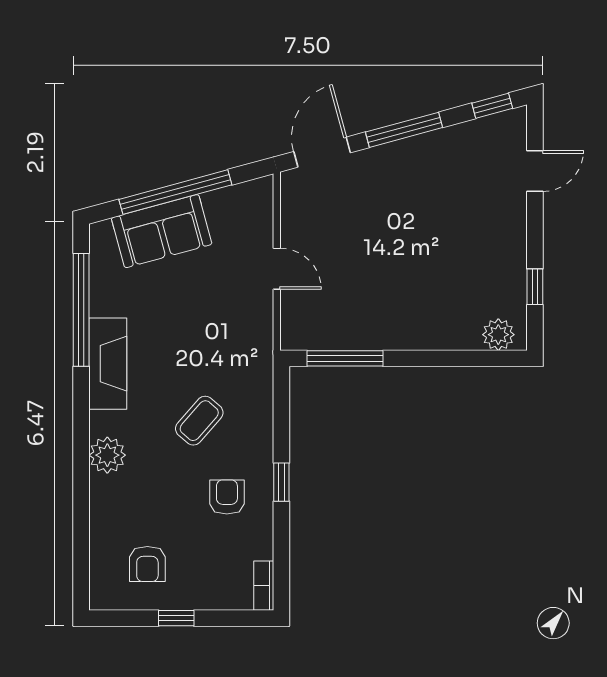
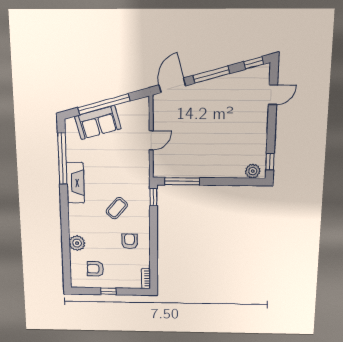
door: (277, 269) -> (151, 140), hinge flipped
window: (535, 287) -> (270, 162), moved
plant: (107, 455) -> (77, 243), moved
window: (281, 482) -> (153, 197), moved
armchair: (147, 564) -> (95, 269), turned 91

